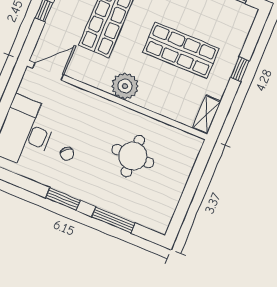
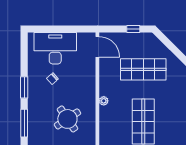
plant: (125, 86) -> (104, 101), width x0.53, depth x0.53
round table: (133, 156) -> (67, 119), turned -34

